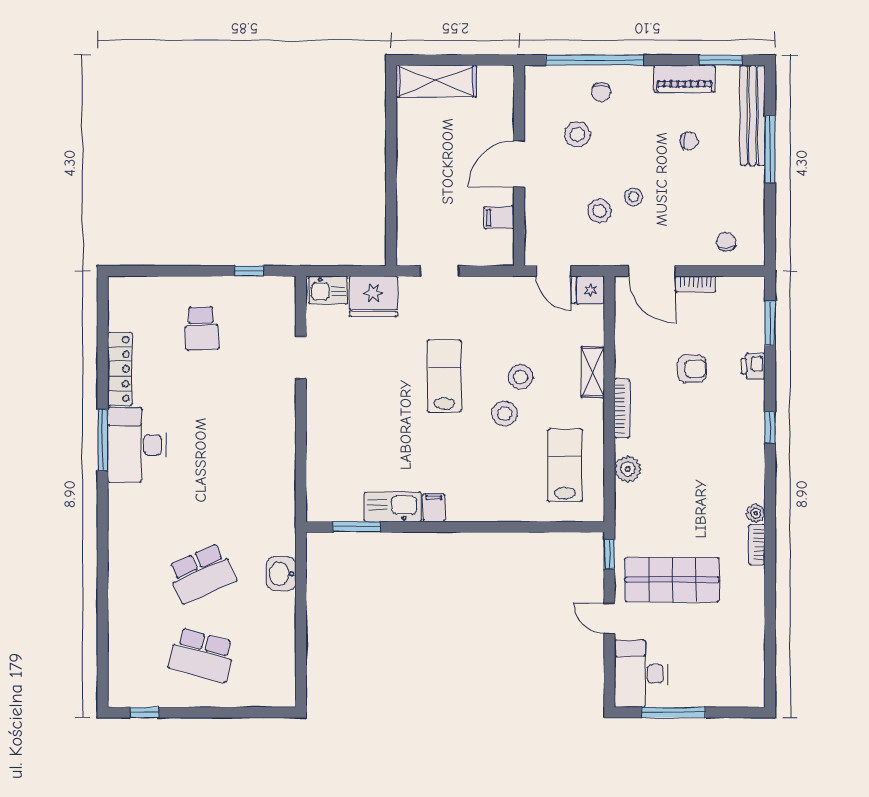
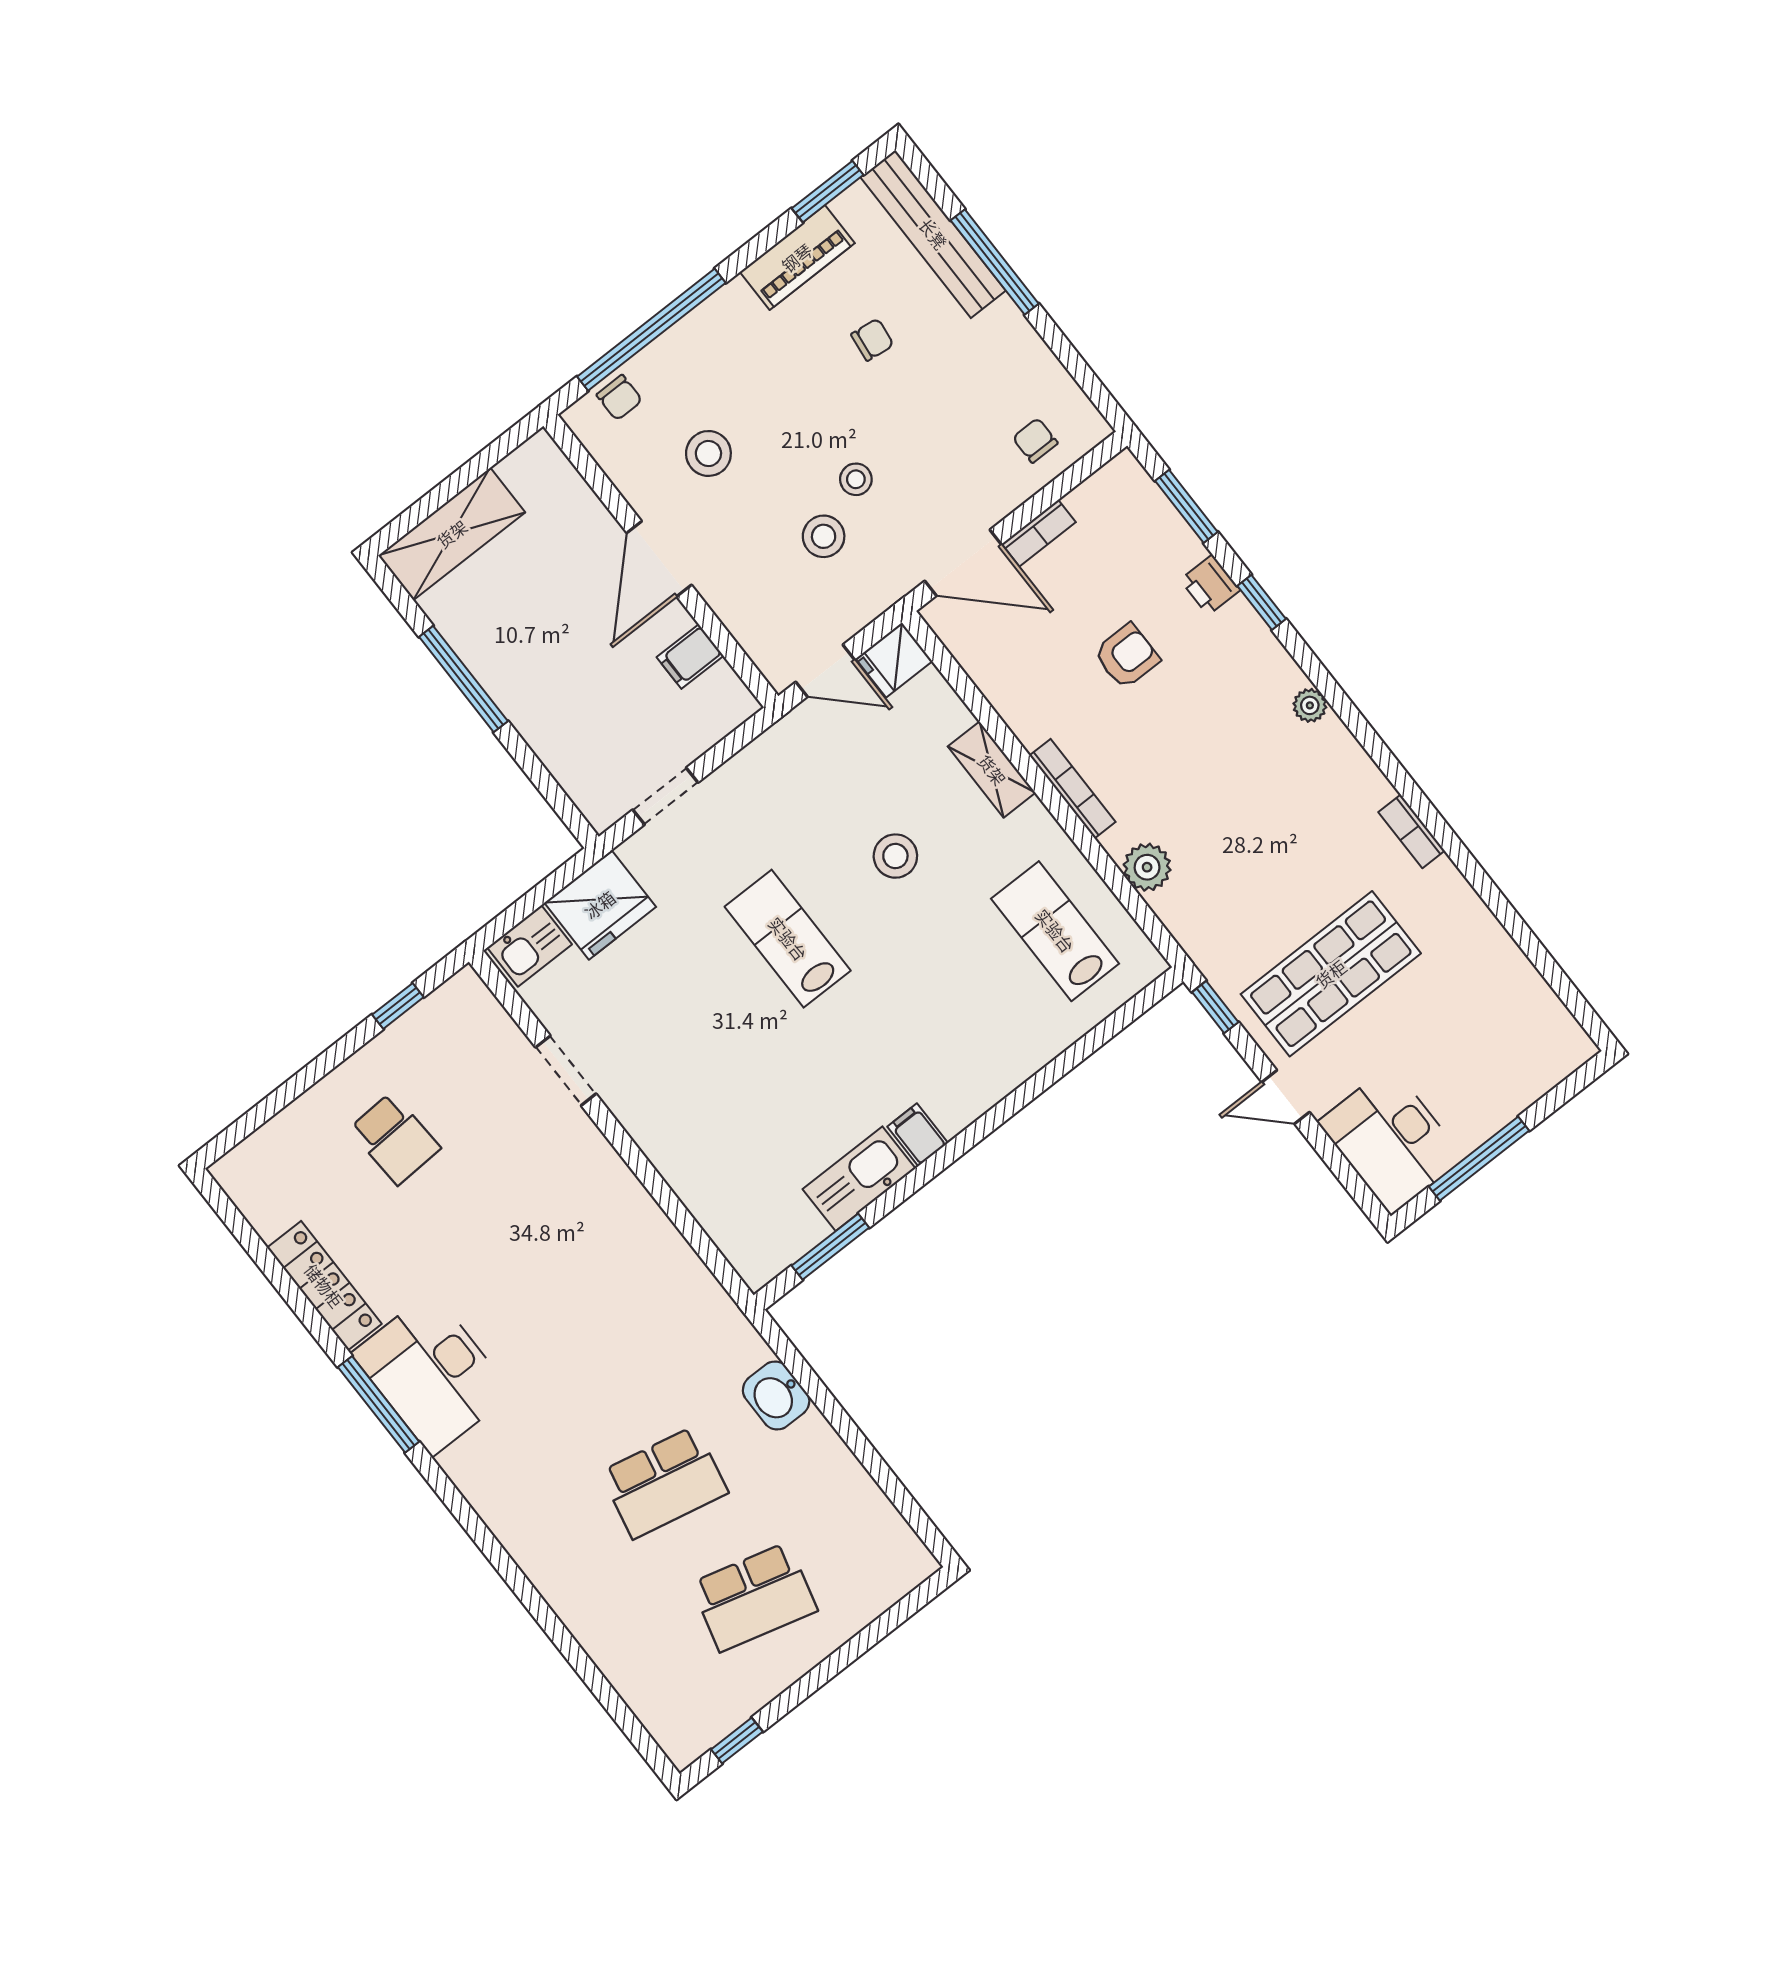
chair: (601, 92) -> (619, 398), moved
window: (391, 149) -> (463, 679), added
stool: (504, 414) -> (913, 925), removed
window: (770, 427) -> (1262, 602), moved
plant: (756, 513) -> (1310, 705), moved
school desk: (202, 573) -> (664, 1482), turned 36

